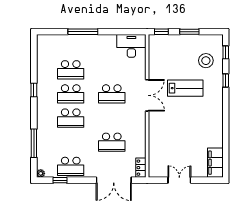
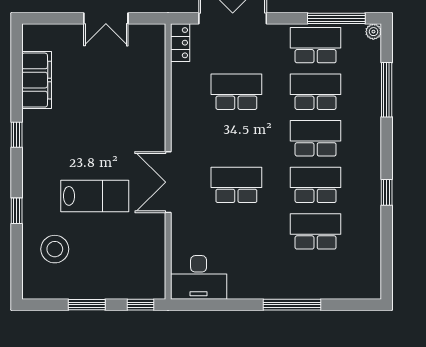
window: (226, 52) -> (17, 135), moved
lab bench: (185, 88) -> (95, 196), turned 180
school desk: (71, 142) -> (316, 92), added
filing cabinet: (215, 163) -> (37, 80), moved
window: (60, 180) -> (336, 18), width x2.17

